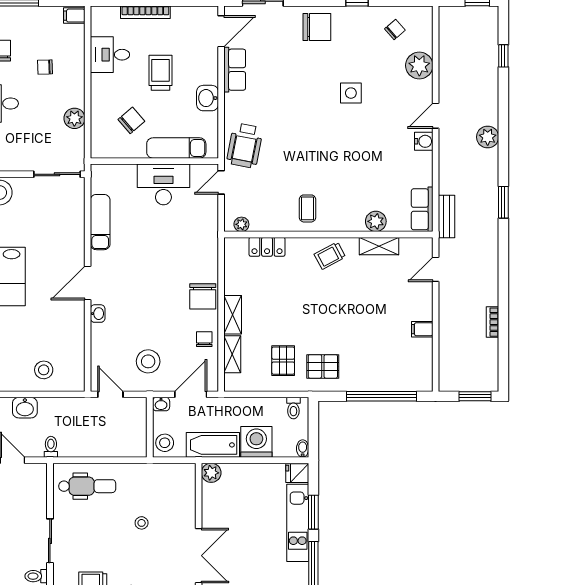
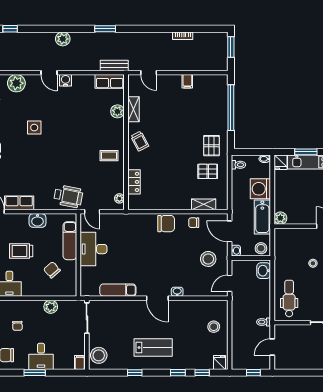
shelving: (233, 315) -> (178, 204), removed
washbasin: (25, 408) -> (264, 271), moved, turned 180

